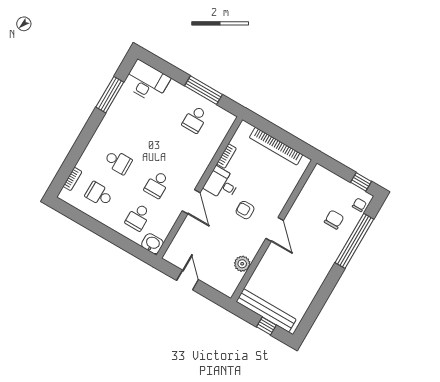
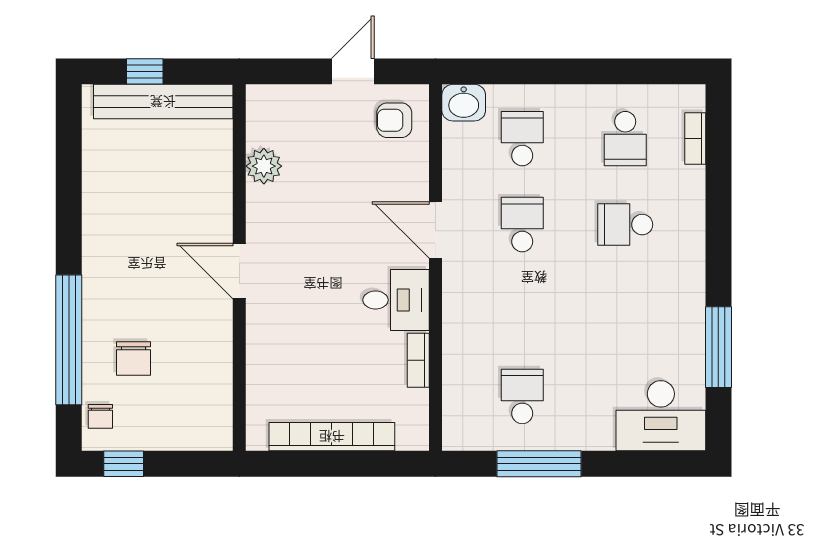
school desk: (99, 194) -> (625, 139), turned 90
armchair: (245, 210) -> (394, 120), moved, turned 180
door: (188, 280) -> (353, 71), swing flipped

